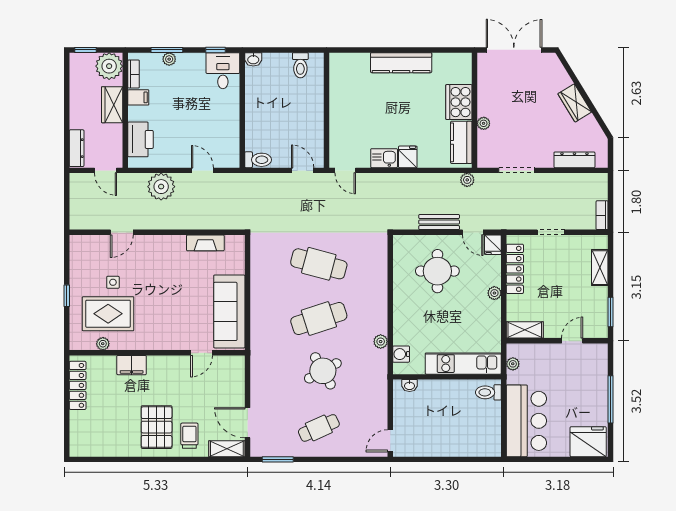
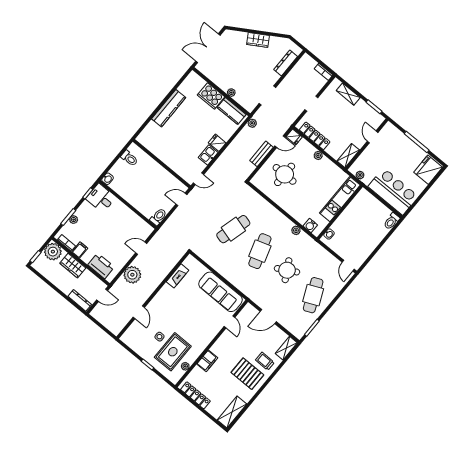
toilet: (488, 392) -> (392, 221), moved
door: (247, 423) -> (268, 316), moved
cafe table: (319, 428) -> (313, 295), width x1.37, depth x1.35
shelving: (94, 447) -> (232, 412), added

